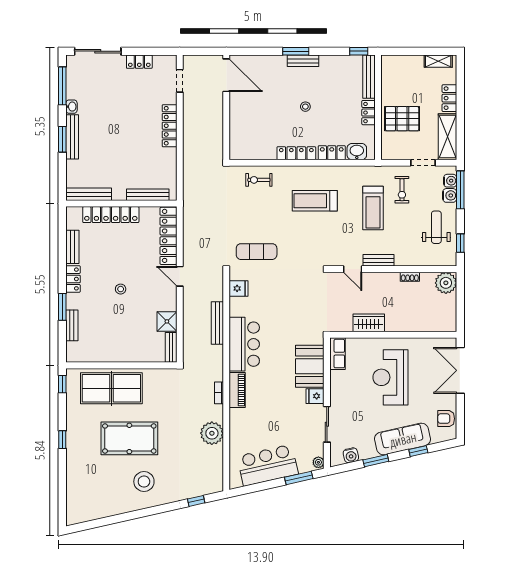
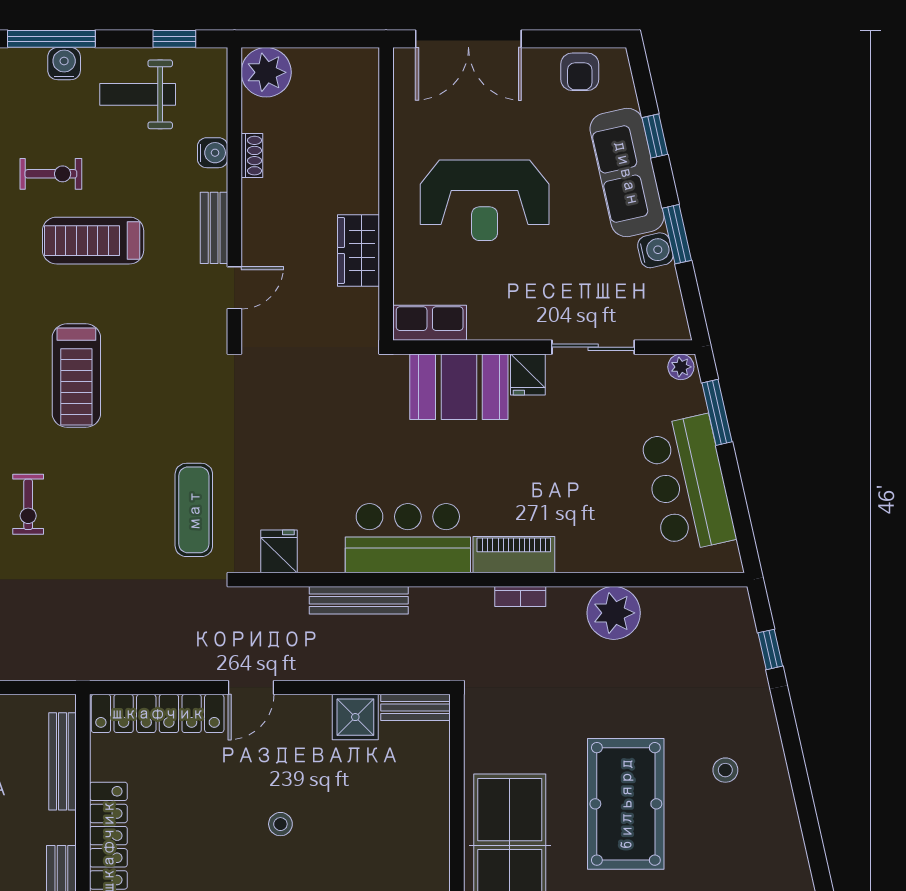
water cooler: (450, 181) -> (213, 153), moved, turned 90
treadmill: (373, 208) -> (93, 241), turned 180
water cooler: (351, 455) -> (655, 250), moved
stool: (144, 482) -> (725, 770), width x0.53, depth x0.53

